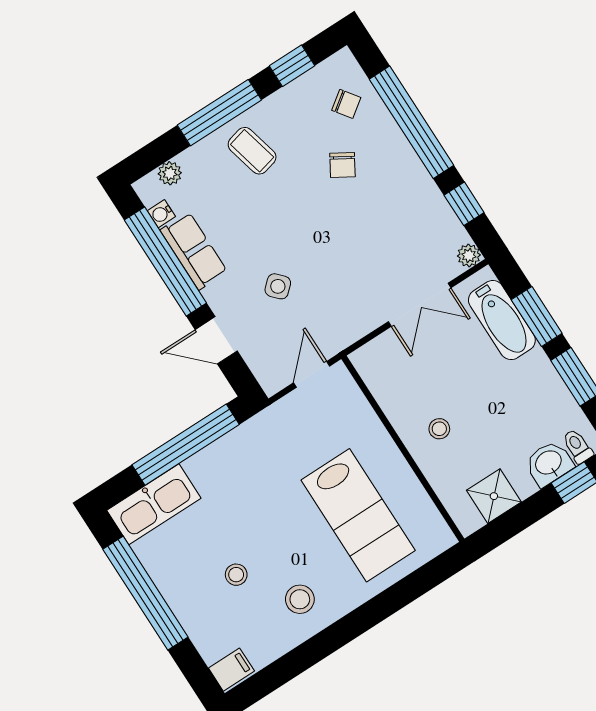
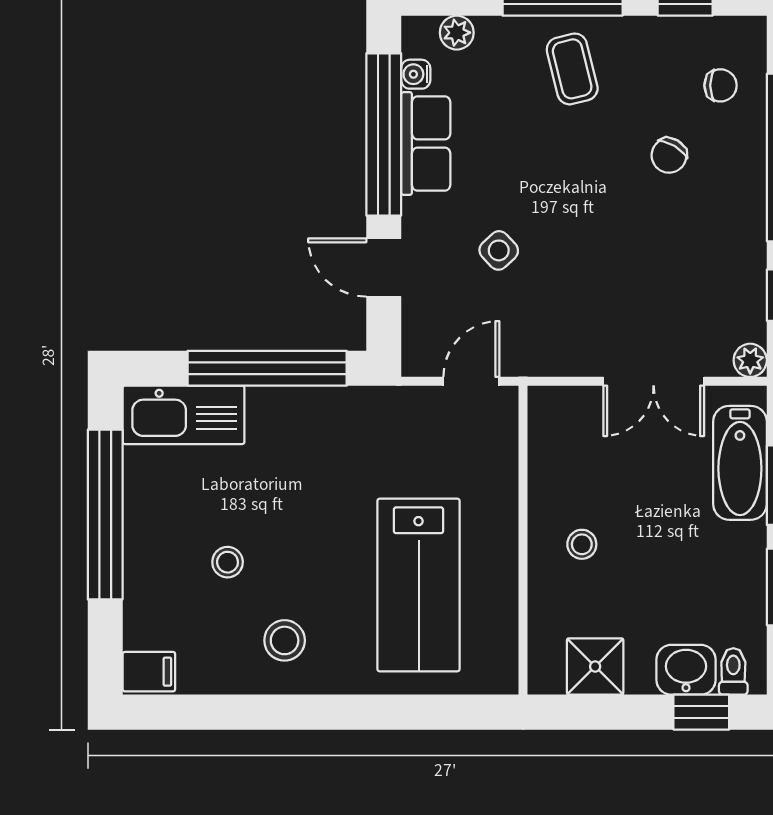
chair: (346, 104) -> (721, 85), turned -54

